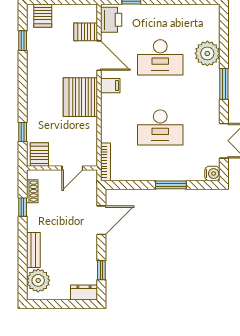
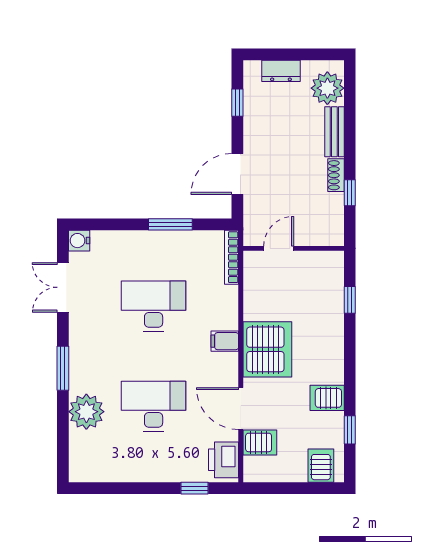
filing cabinet: (110, 86) -> (225, 341), moved
server rack: (39, 155) -> (327, 398), moved, turned 90
window: (171, 185) -> (170, 224), moved
shoe rack: (32, 191) -> (336, 175), moved
dresser: (84, 293) -> (281, 71), moved

